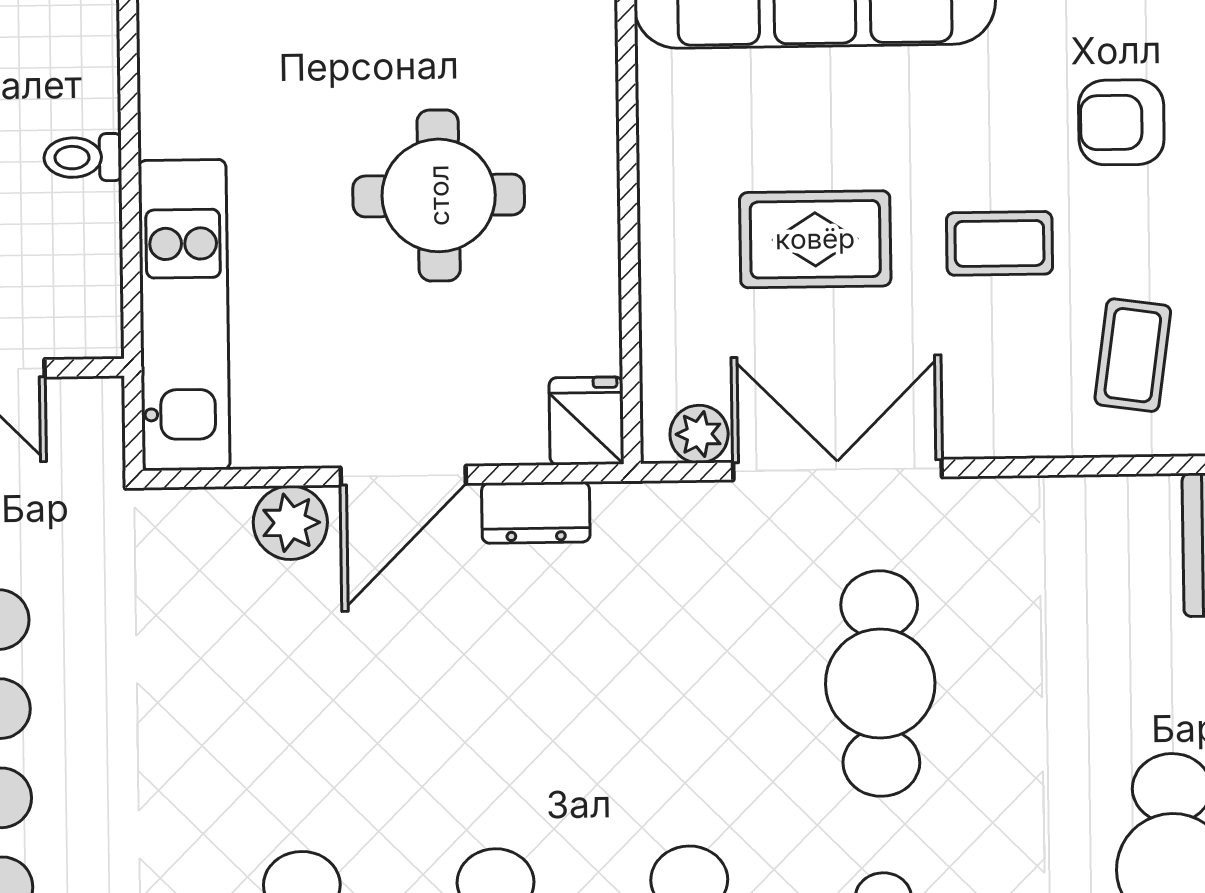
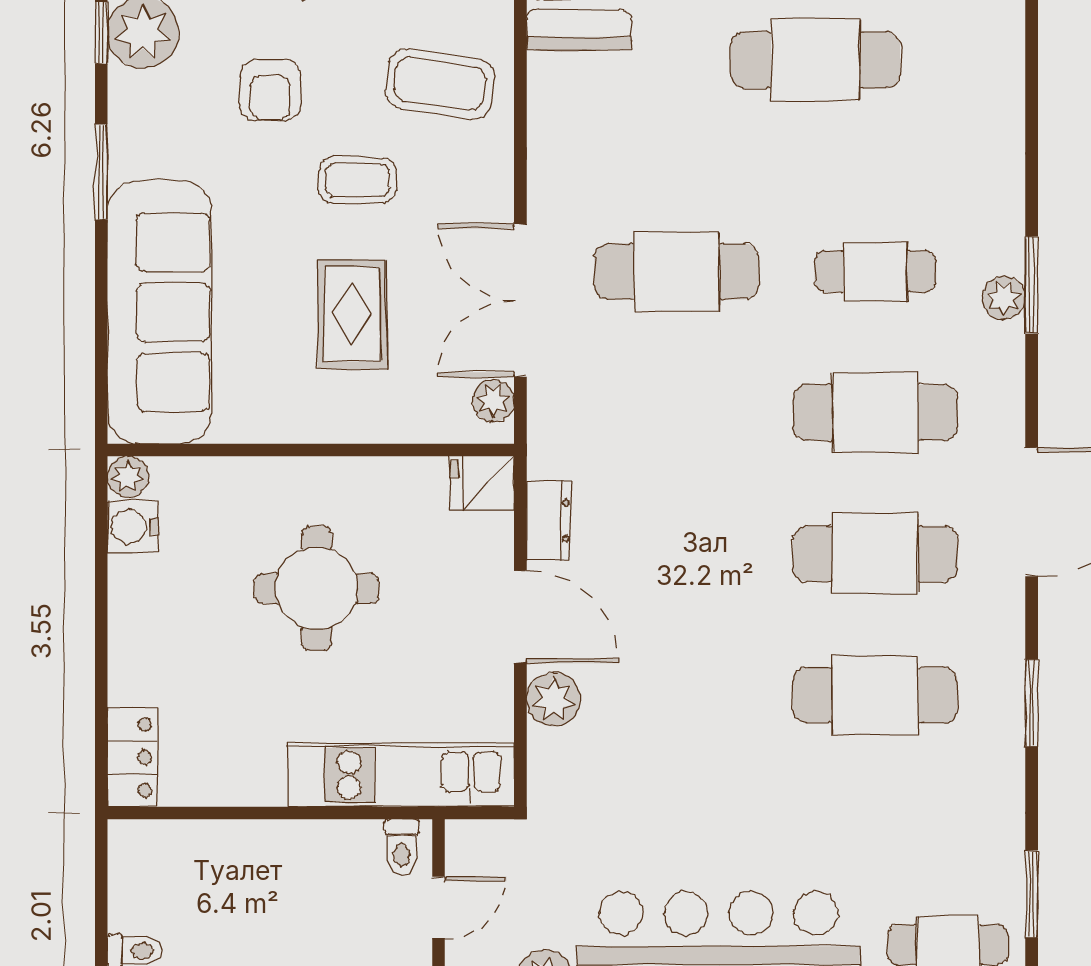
toilet: (83, 157) -> (402, 847), moved
coffee table: (999, 243) -> (357, 180), turned 90
coffee table: (1133, 355) -> (440, 84), width x1.36, depth x1.30

